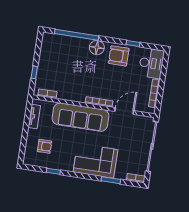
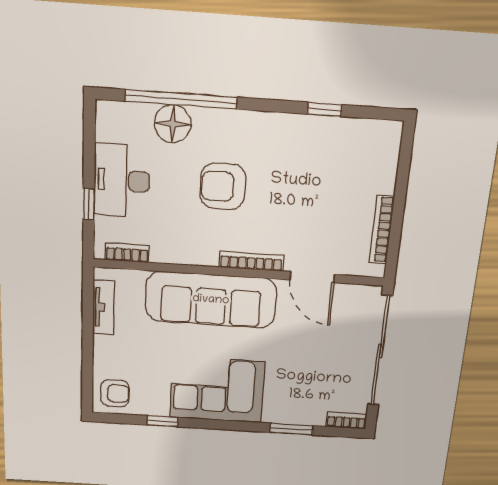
floor lamp: (97, 47) -> (173, 124), moved
armchair: (119, 56) -> (223, 186), moved
desk: (151, 63) -> (122, 180), moved, turned 180
door: (124, 111) -> (312, 277), swing flipped
armchair: (45, 146) -> (115, 393), moved
corner sofa: (95, 161) -> (217, 390), moved

